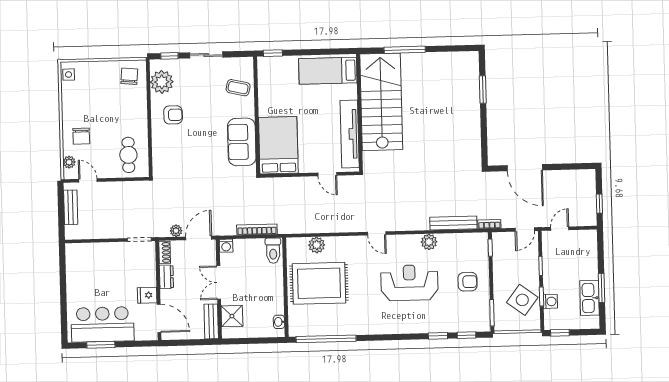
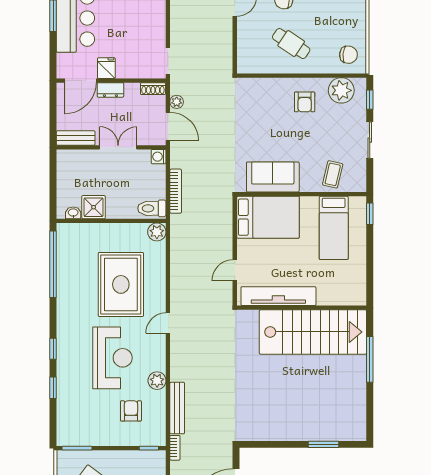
bed: (328, 71) -> (334, 228), moved, turned 180
cafe table: (128, 155) -> (291, 44), moved, turned 34
plant: (317, 245) -> (157, 232), moved
dresser: (166, 277) -> (110, 90), moved
armchair: (468, 282) -> (131, 411), moved, turned 180
rug: (319, 283) -> (121, 284), moved
shower: (232, 316) -> (94, 207), moved
window: (466, 335) -> (53, 349), moved

